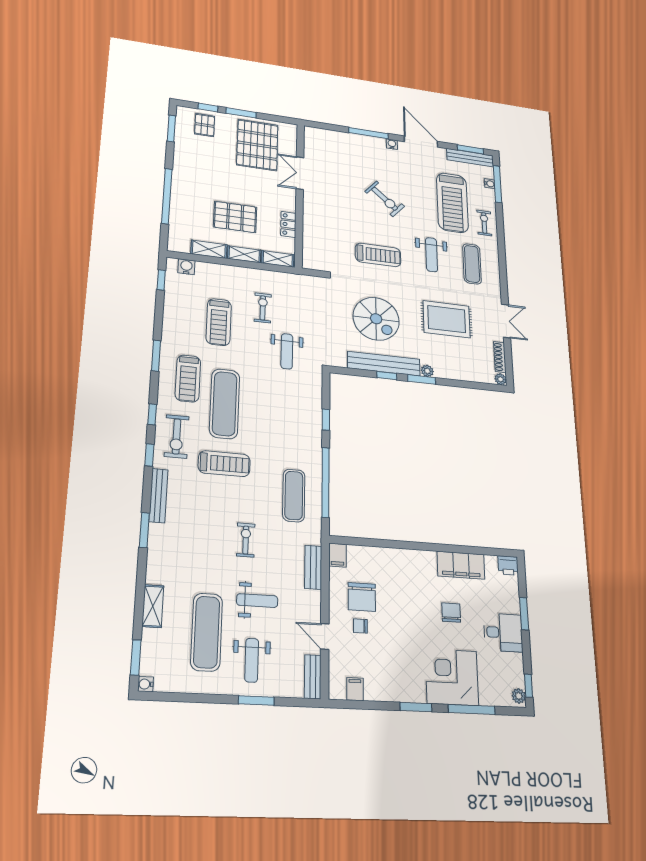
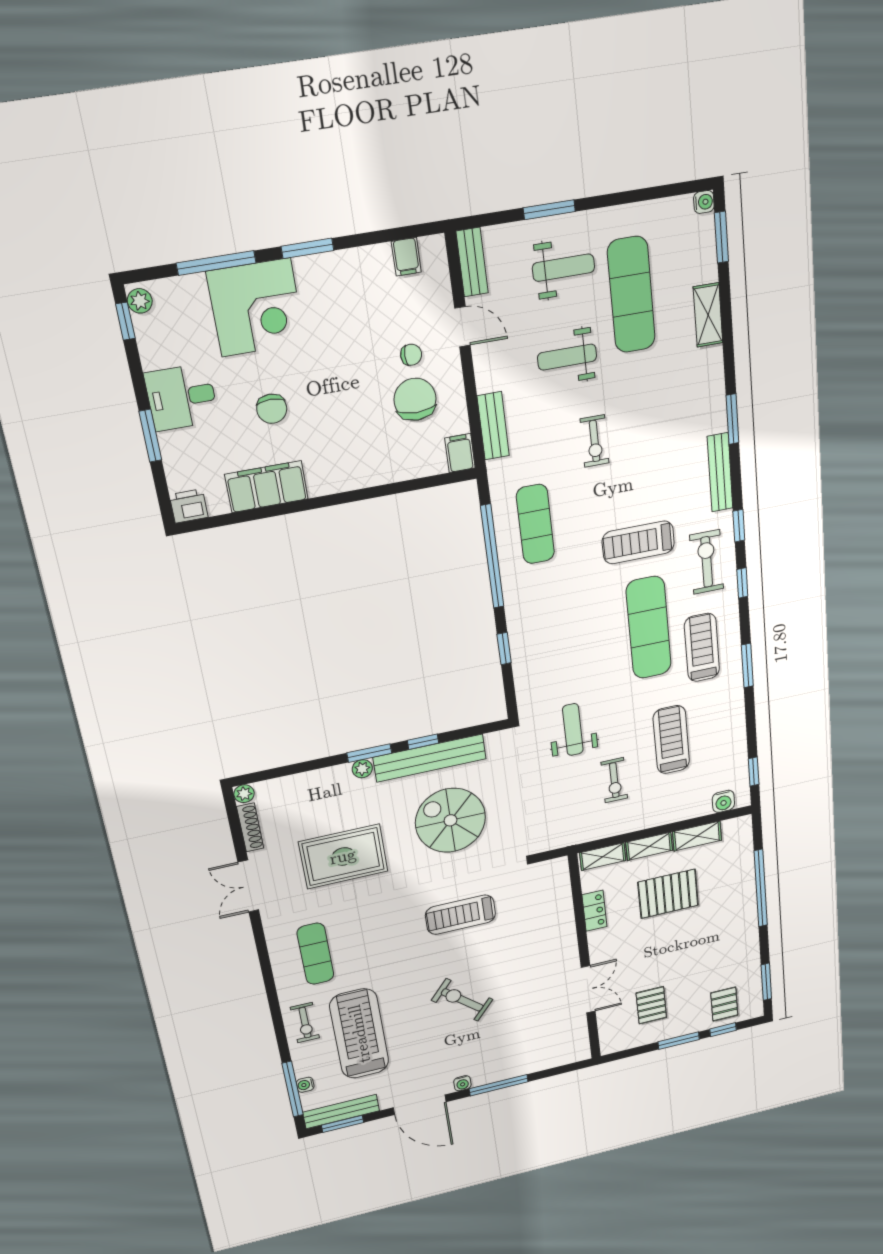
pallet: (257, 145) -> (651, 1005), width x0.49, depth x0.50
weight bench: (432, 255) -> (380, 945), removed
weight bench: (252, 660) -> (563, 268), turned 90

